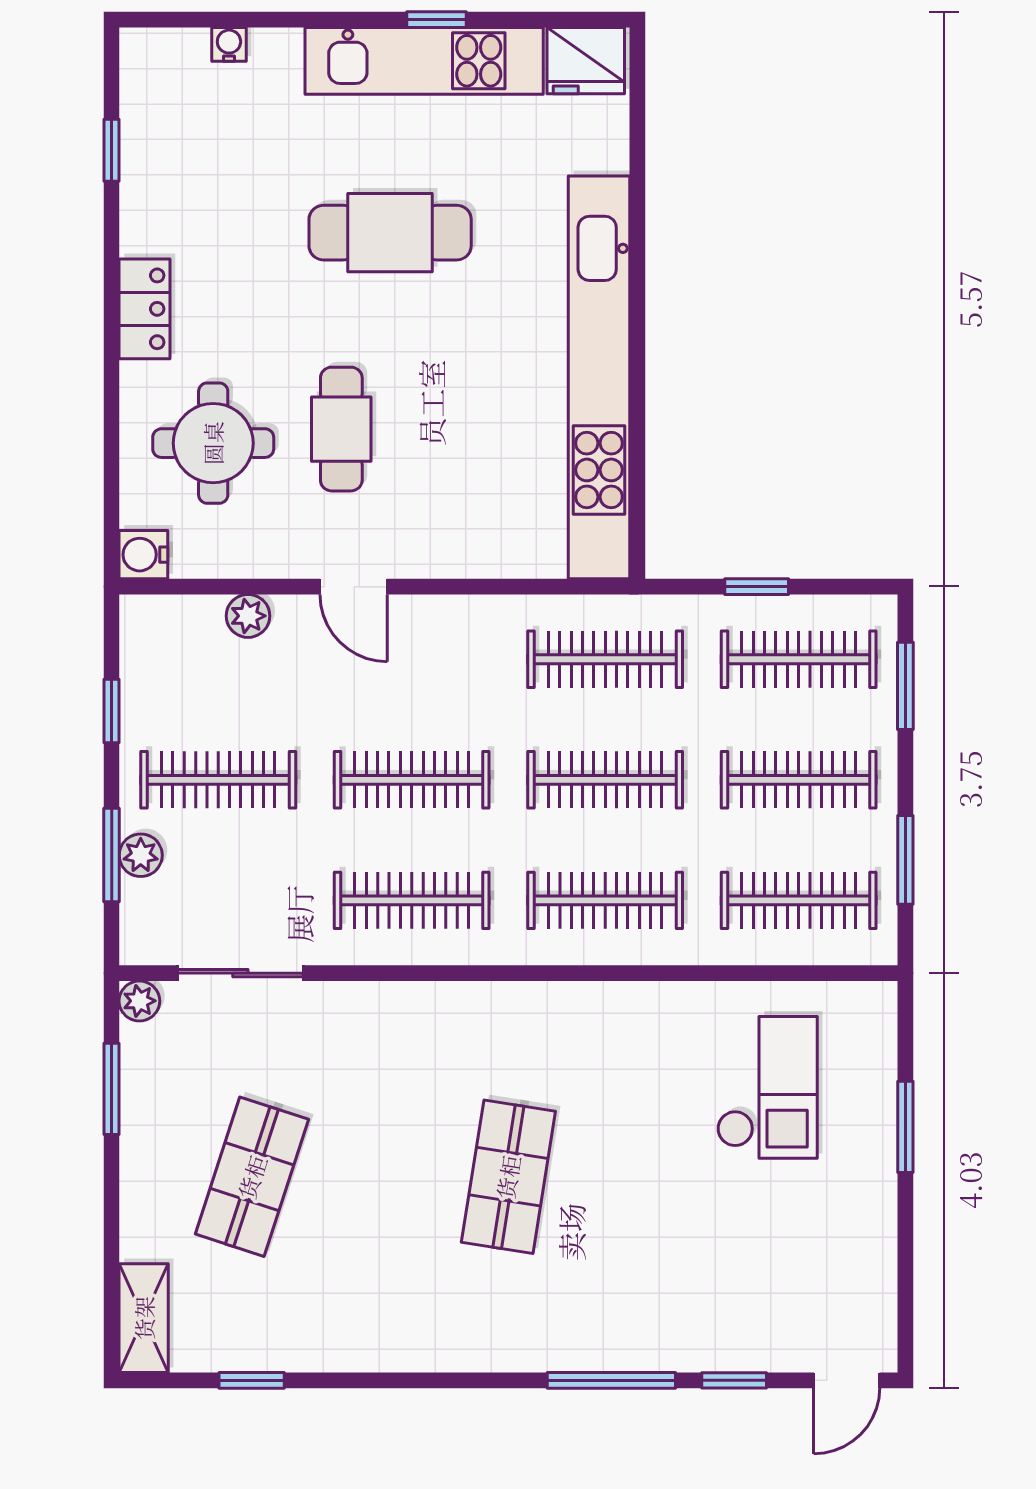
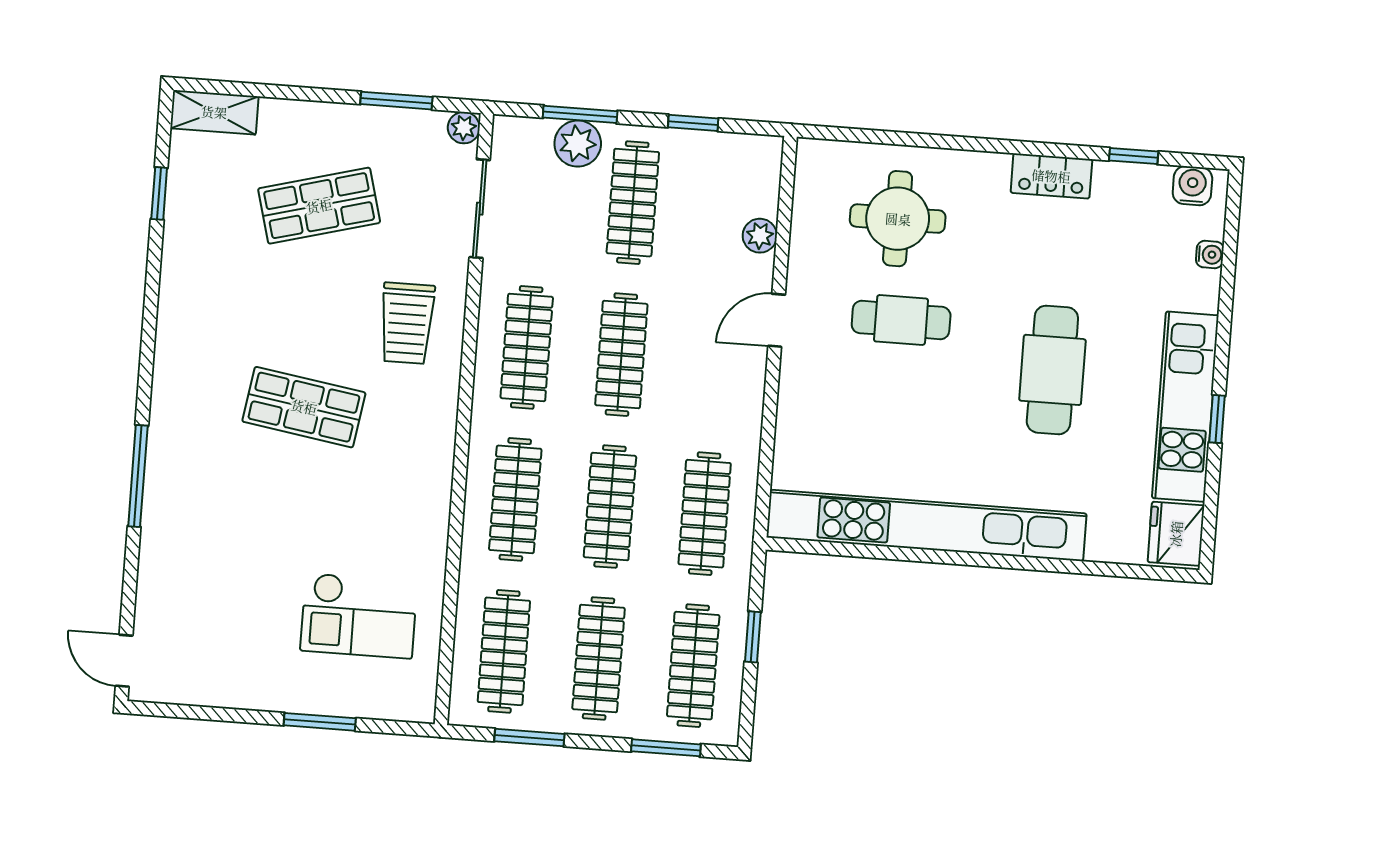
locker: (145, 309) -> (1051, 176), moved
water cooler: (143, 555) -> (1192, 186), moved
plant: (141, 855) -> (578, 144), width x1.38, depth x1.38
trolley: (392, 1054) -> (407, 323), added
shop shelf: (252, 1177) -> (319, 206), turned -33
window: (734, 1380) -> (131, 572), removed

